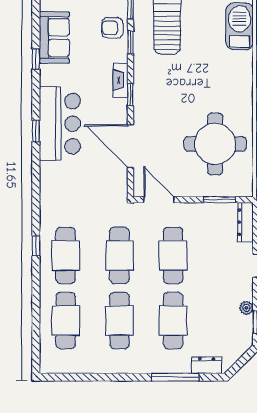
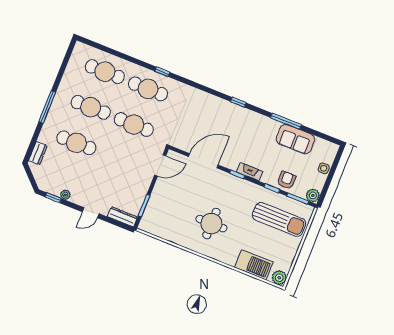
window: (36, 59) -> (286, 121), width x2.17
bar counter: (60, 124) -> (237, 120), removed
round table: (215, 144) -> (211, 224), moved, width x0.73, depth x0.73
cafe table: (173, 255) -> (120, 160), removed
window: (175, 377) -> (47, 107), moved

